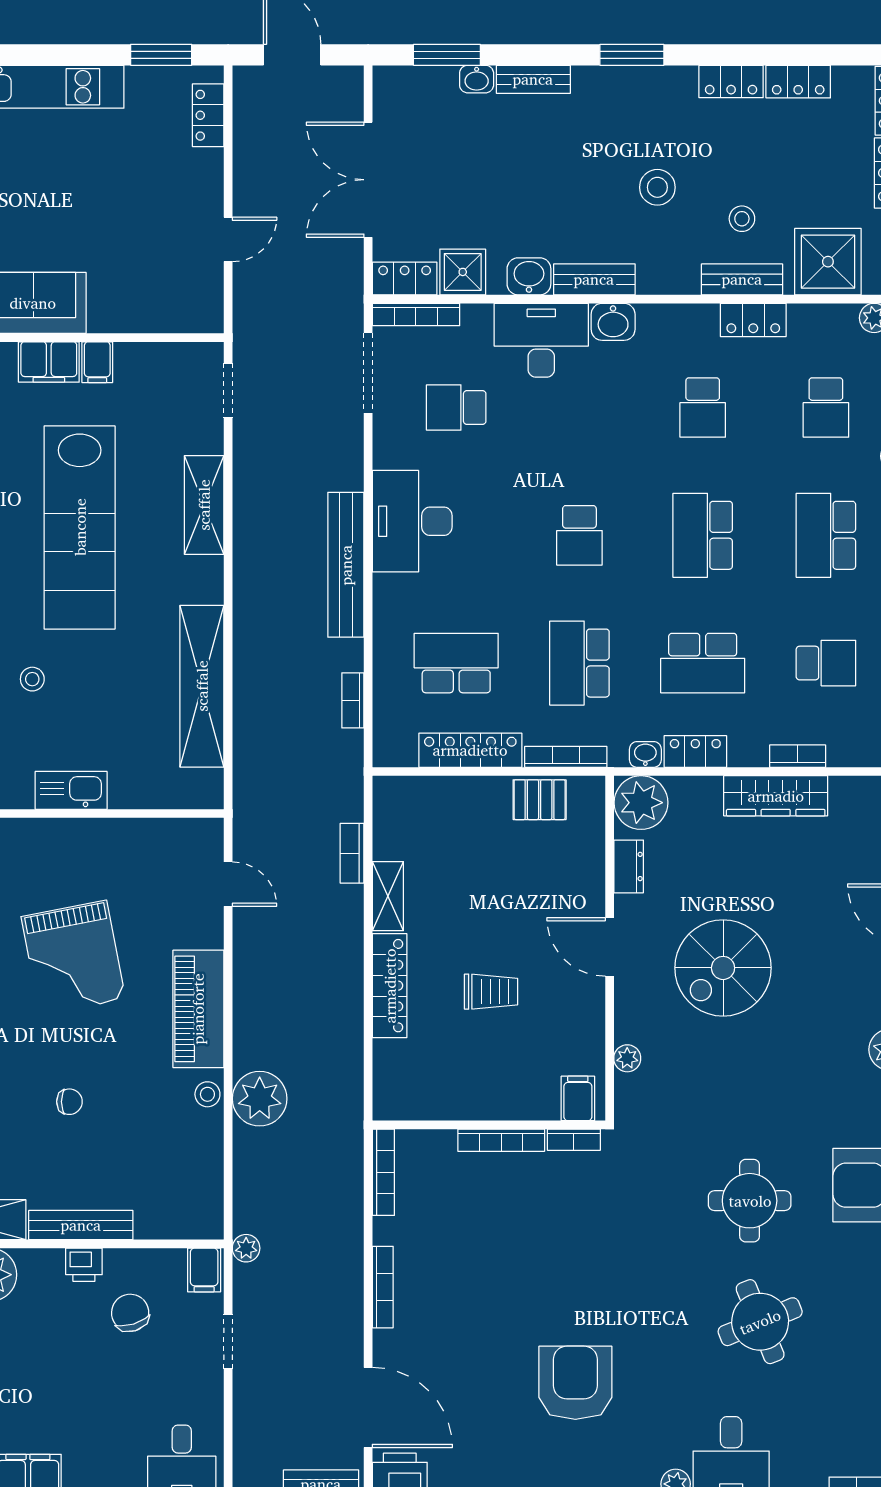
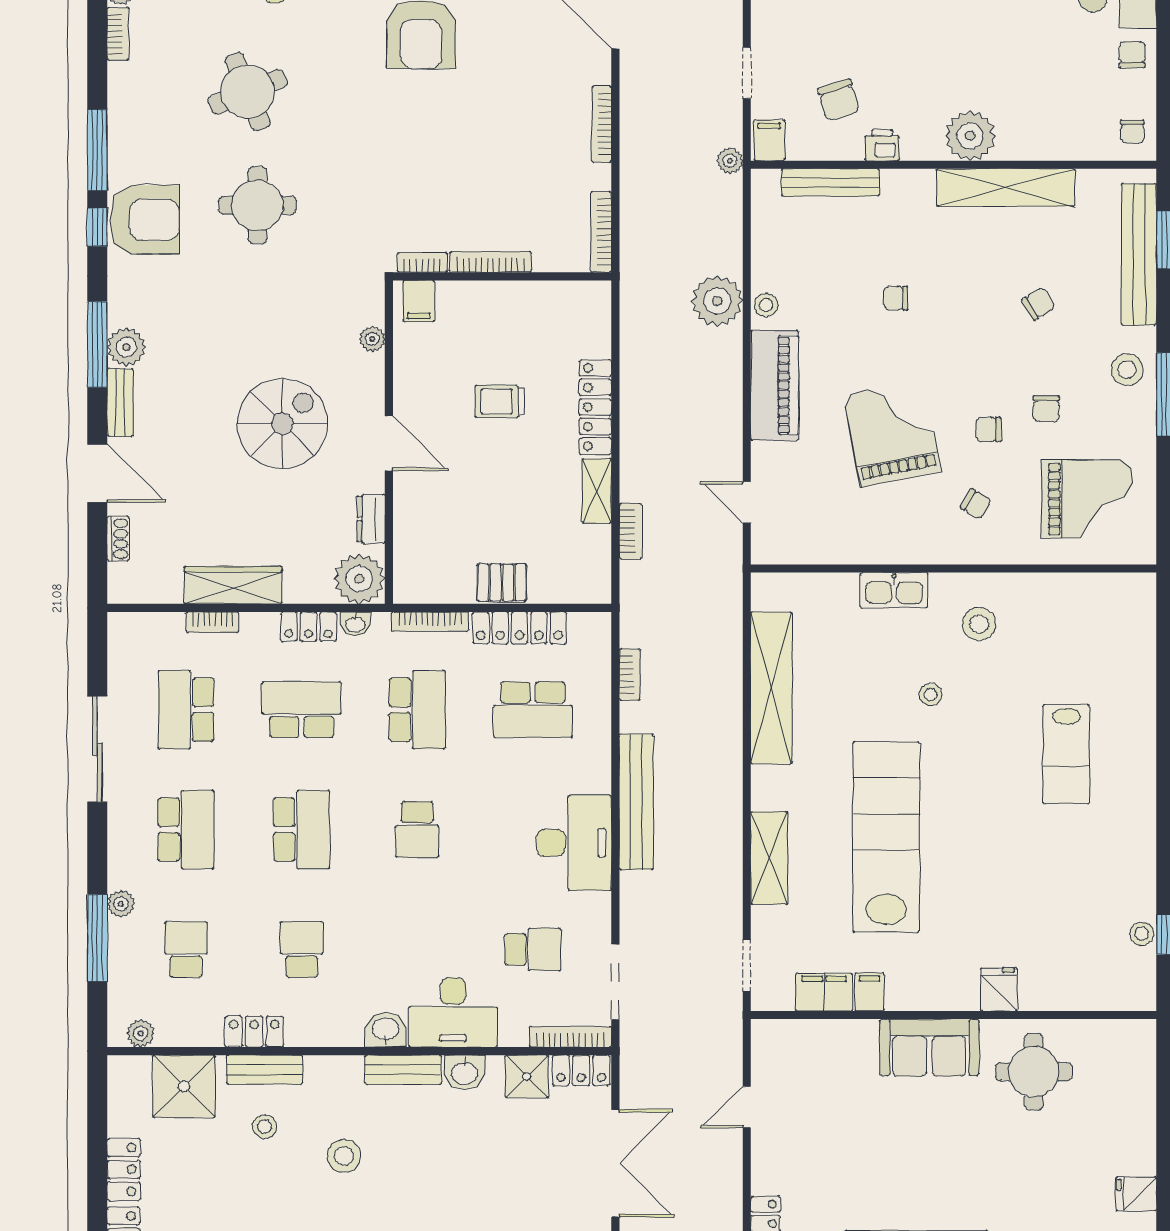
filing cabinet: (49, 362) -> (824, 992), moved
school desk: (579, 535) -> (417, 830), turned 180
school desk: (826, 663) -> (186, 710), width x1.85
pallet: (540, 800) -> (502, 583), moved
bench: (81, 1225) -> (830, 182), moved

